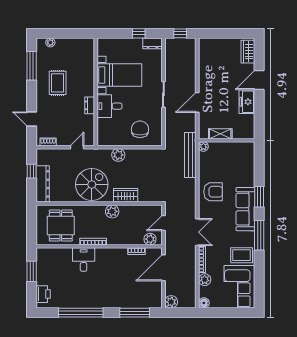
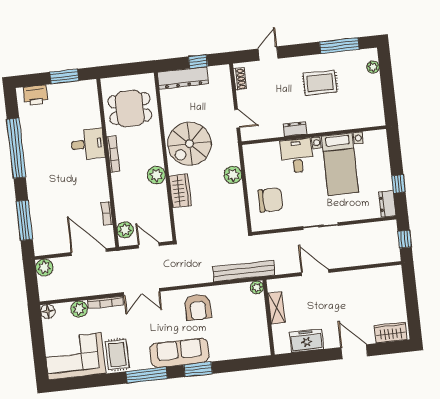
freezer: (247, 102) -> (306, 341), moved
spiral stairs: (92, 184) -> (189, 144), turned 90

